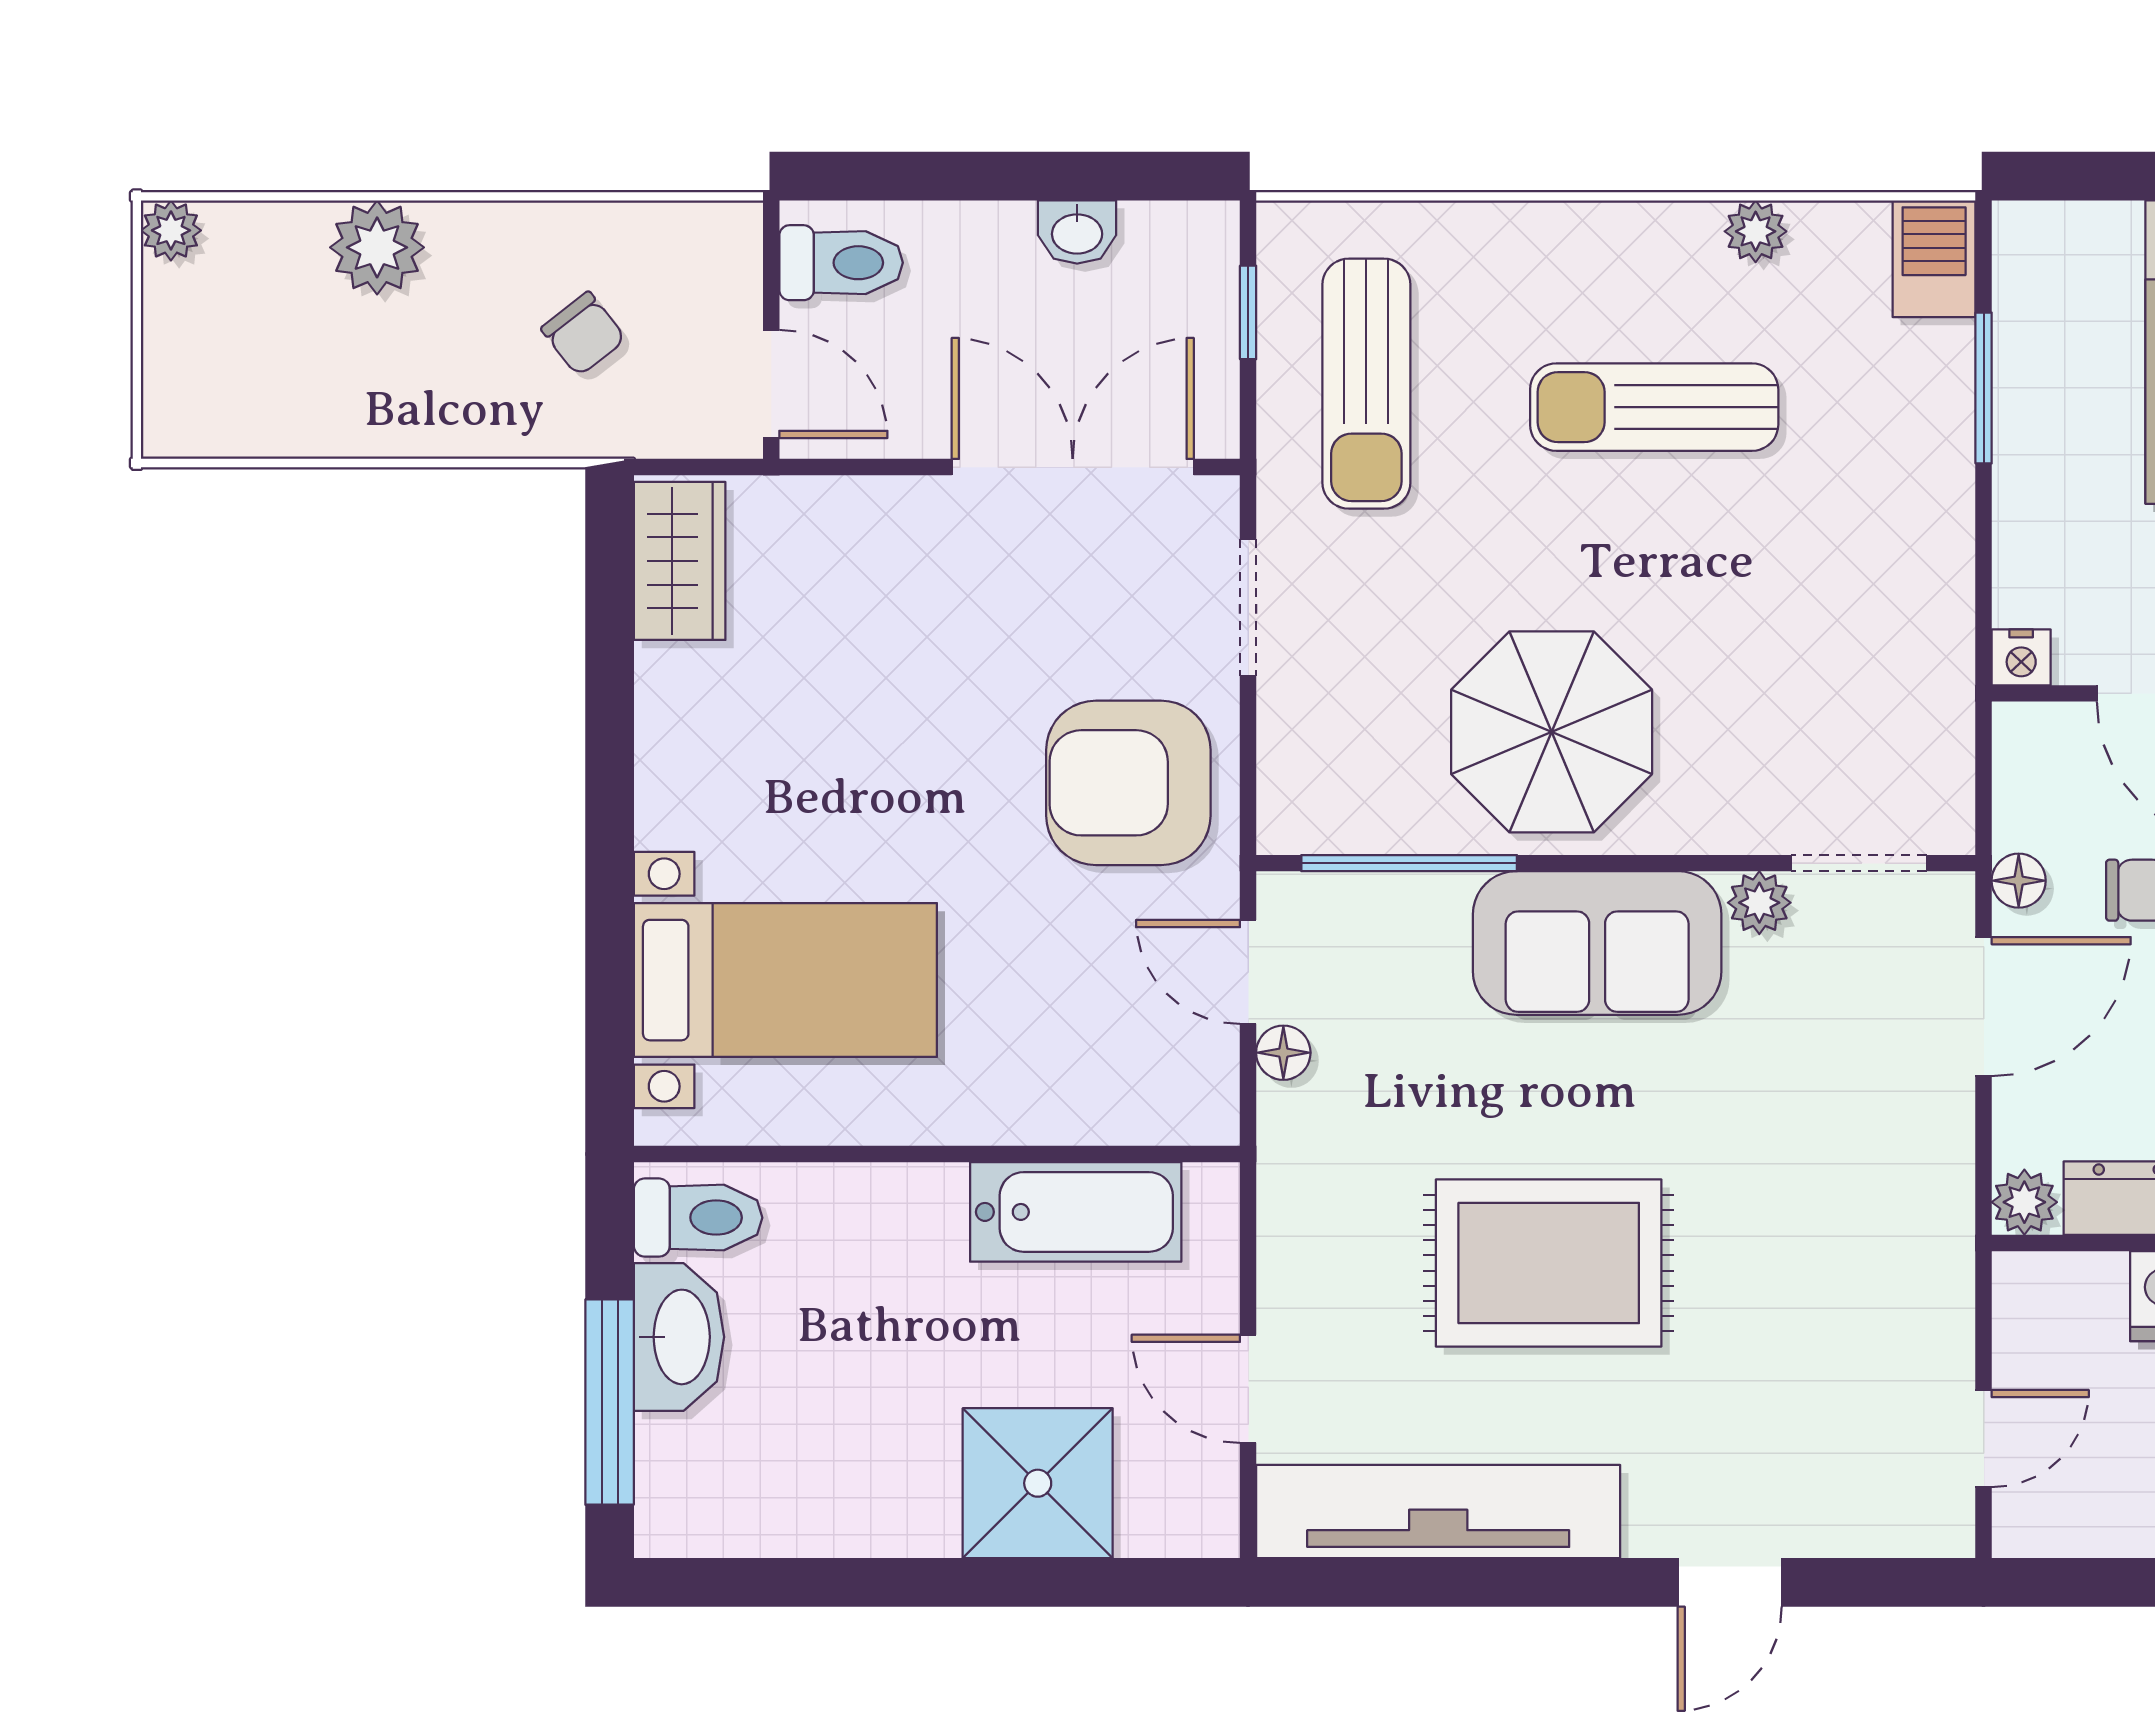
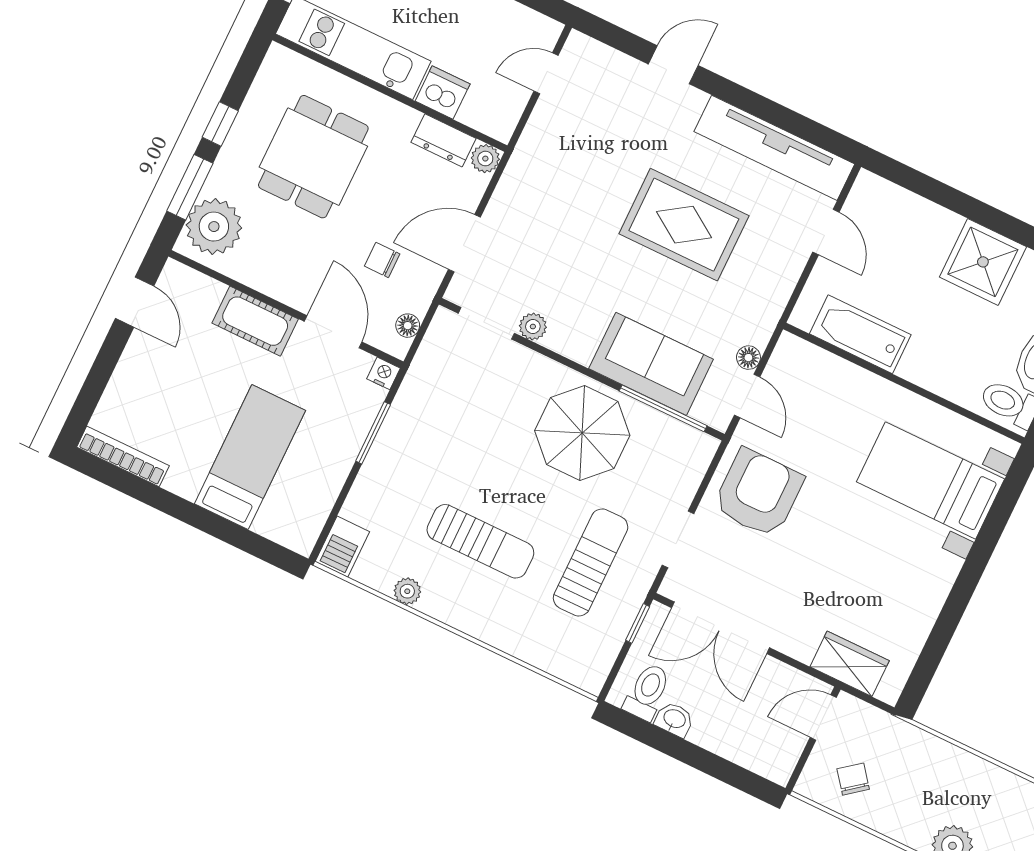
toilet: (841, 263) -> (647, 692), moved, turned 90
window: (1248, 312) -> (638, 623), moved
chair: (583, 334) -> (853, 779), moved
door: (771, 384) -> (823, 717), hinge flipped
sun lounger: (1366, 384) -> (591, 562), moved
window: (1984, 388) -> (373, 433), moved
wardrobe: (680, 561) -> (850, 664), moved, turned 90
armchair: (1128, 783) -> (758, 493), turned -90
floor lamp: (2019, 881) -> (408, 326), moved
sofa: (1597, 943) -> (651, 364), moved
shower: (1038, 1483) -> (983, 262), moved

